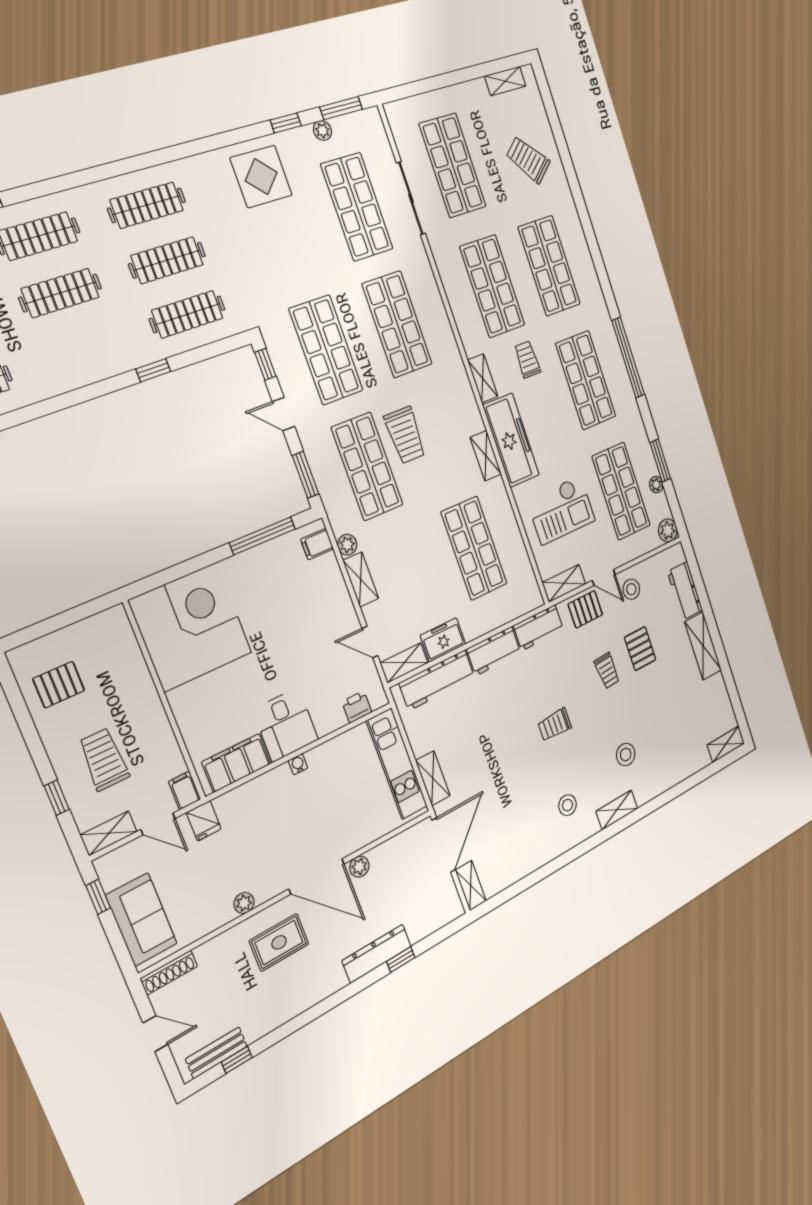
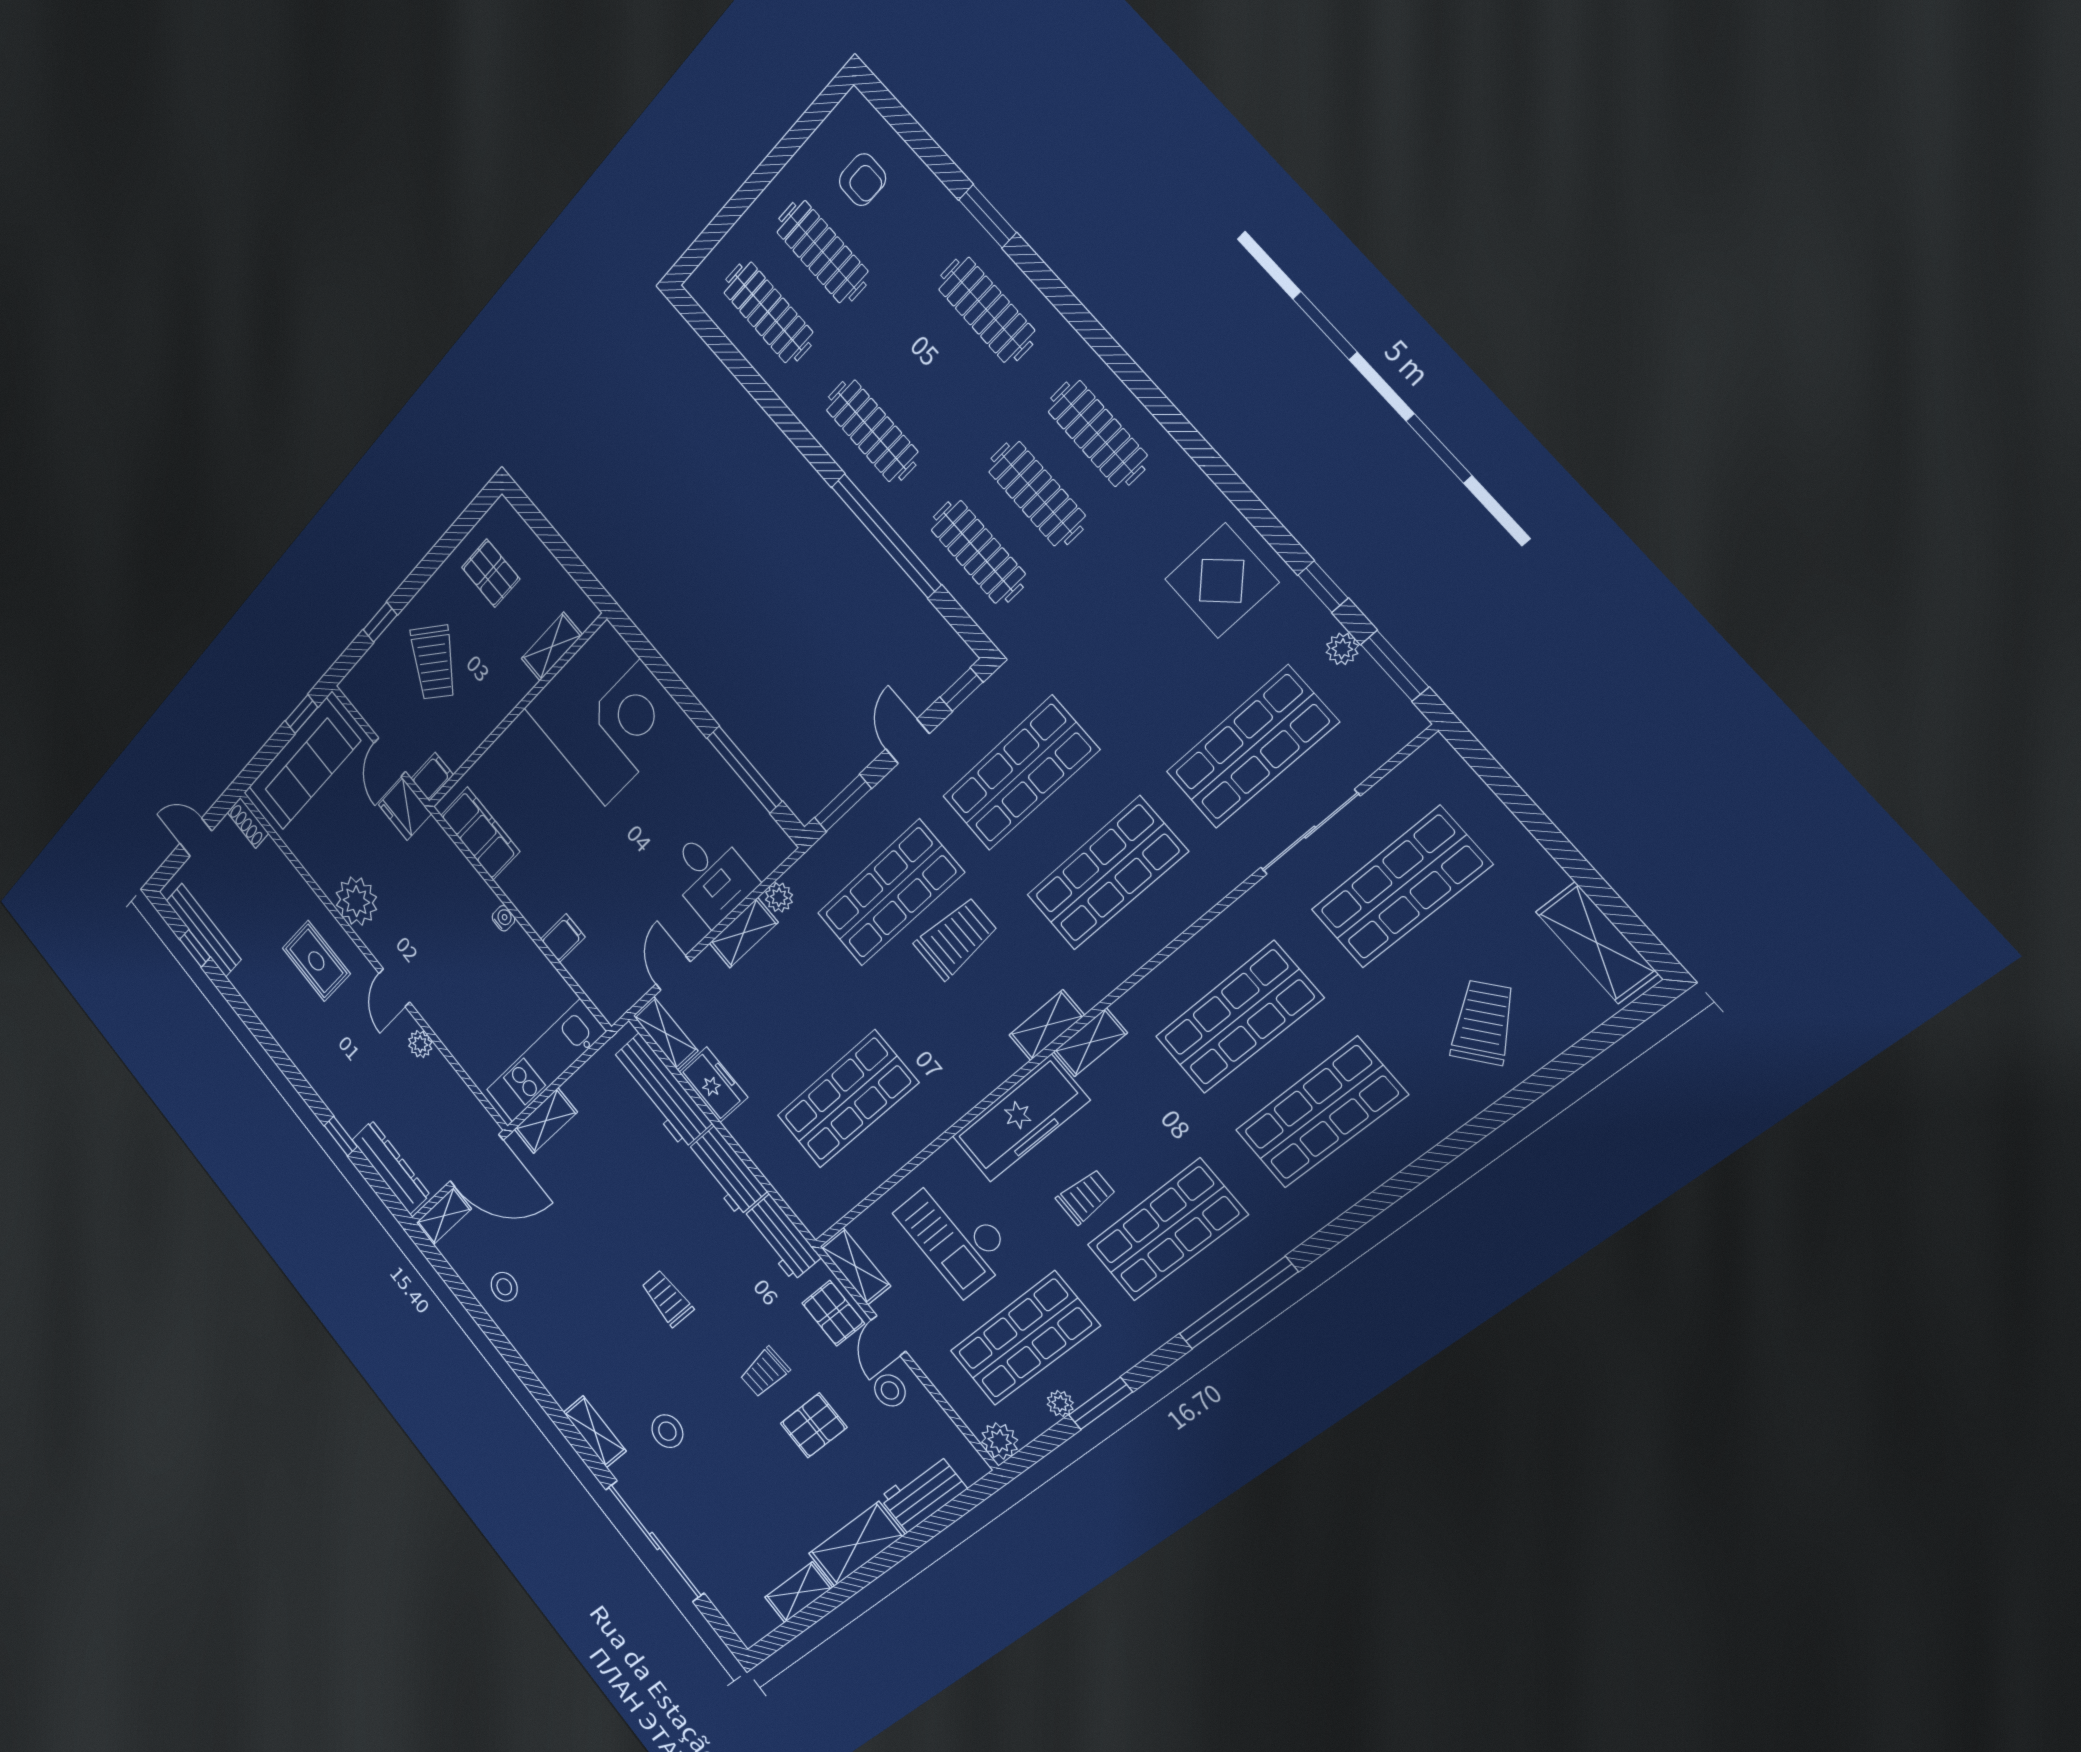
shelving: (505, 81) -> (1597, 943), width x1.50, depth x1.33
clothes rail: (60, 293) -> (872, 431), moved
trolley: (527, 359) -> (1086, 1197), moved
window: (153, 370) -> (886, 536), width x3.17
trolley: (405, 435) -> (956, 938), turned 180
shelving: (486, 456) -> (1047, 1025), moved
filing cabinet: (317, 544) -> (563, 938), moved, turned 90
printer: (357, 707) -> (592, 980), removed
desk: (286, 725) -> (711, 876), moved, turned -90
shelving: (726, 744) -> (799, 1592), moved, turned 90
trolley: (104, 759) -> (434, 662), turned 126
sliding door: (681, 788) -> (655, 1541), added
stool: (567, 805) -> (504, 1287), moved
fridge: (204, 821) -> (405, 809), width x1.38
shelving: (109, 833) -> (552, 647), moved, turned 90
door: (317, 876) -> (394, 988), width x0.53
plant: (244, 903) -> (356, 901), width x1.87, depth x1.87
sofa: (141, 919) -> (304, 764), width x1.36
dresser: (377, 953) -> (391, 1167), moved
shoe rack: (169, 972) -> (248, 823), width x0.70
door: (155, 1034) -> (196, 837), swing flipped
bench: (216, 1053) -> (204, 930), width x1.36

